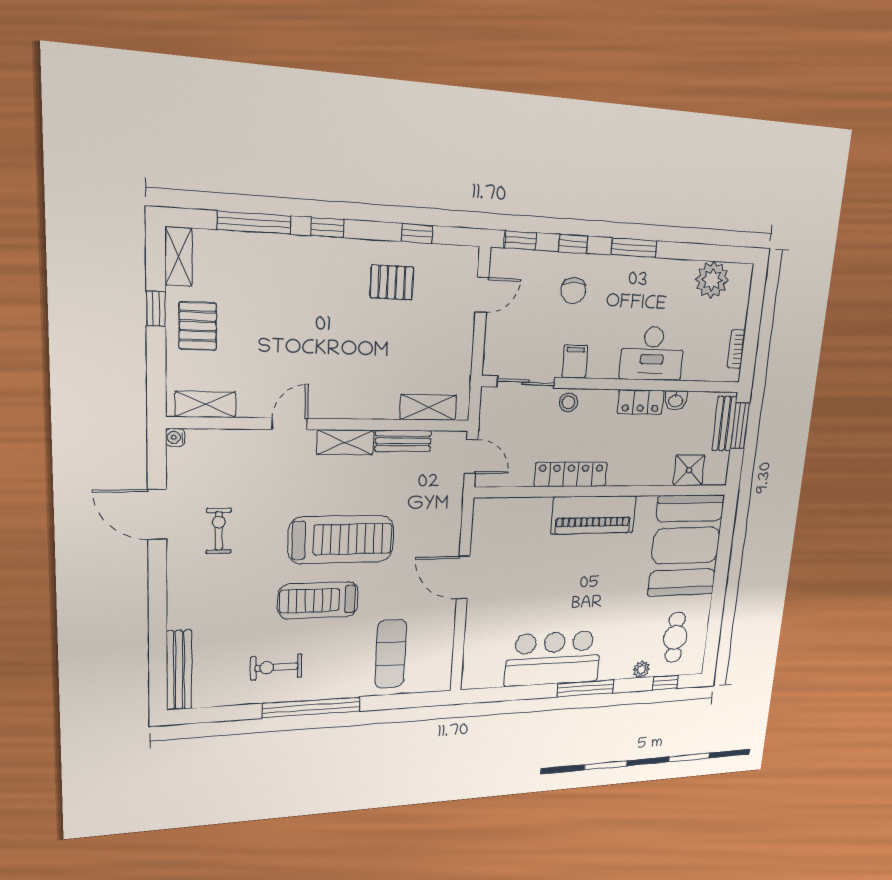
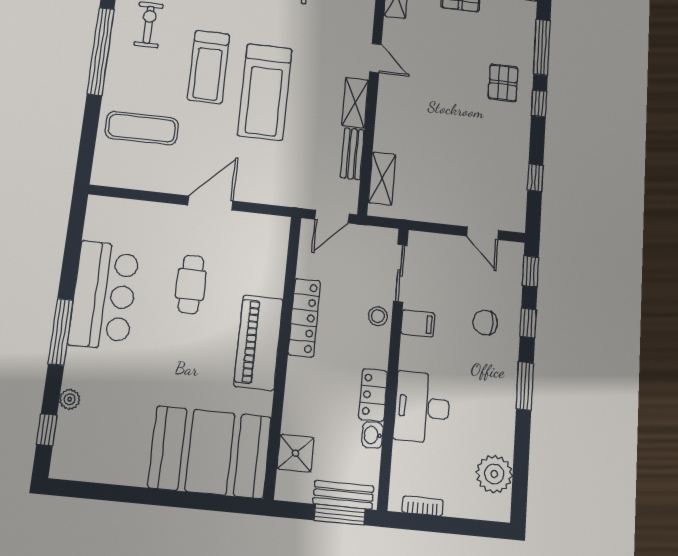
pallet: (392, 282) -> (503, 83), moved
treadmill: (318, 600) -> (209, 67), turned 180
cafe table: (675, 637) -> (191, 284), moved, turned 90

